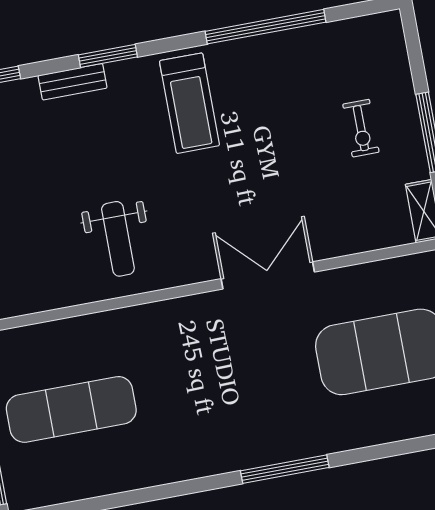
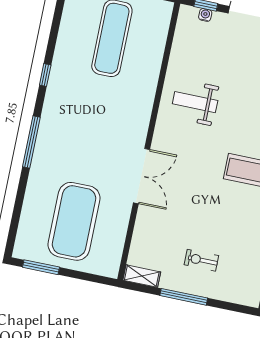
window: (171, 490) -> (45, 75), added

